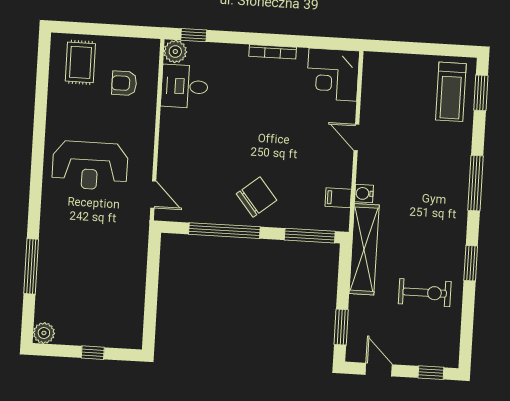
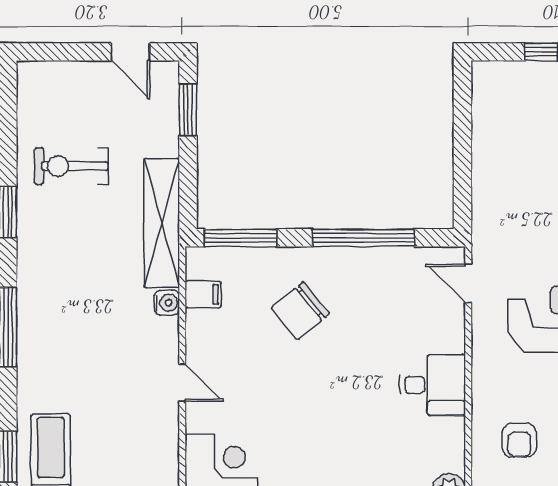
armchair: (124, 83) -> (519, 440), turned 90
desk: (185, 86) -> (433, 385), moved
chair: (257, 197) -> (300, 311), moved
window: (431, 373) -> (55, 52), removed

